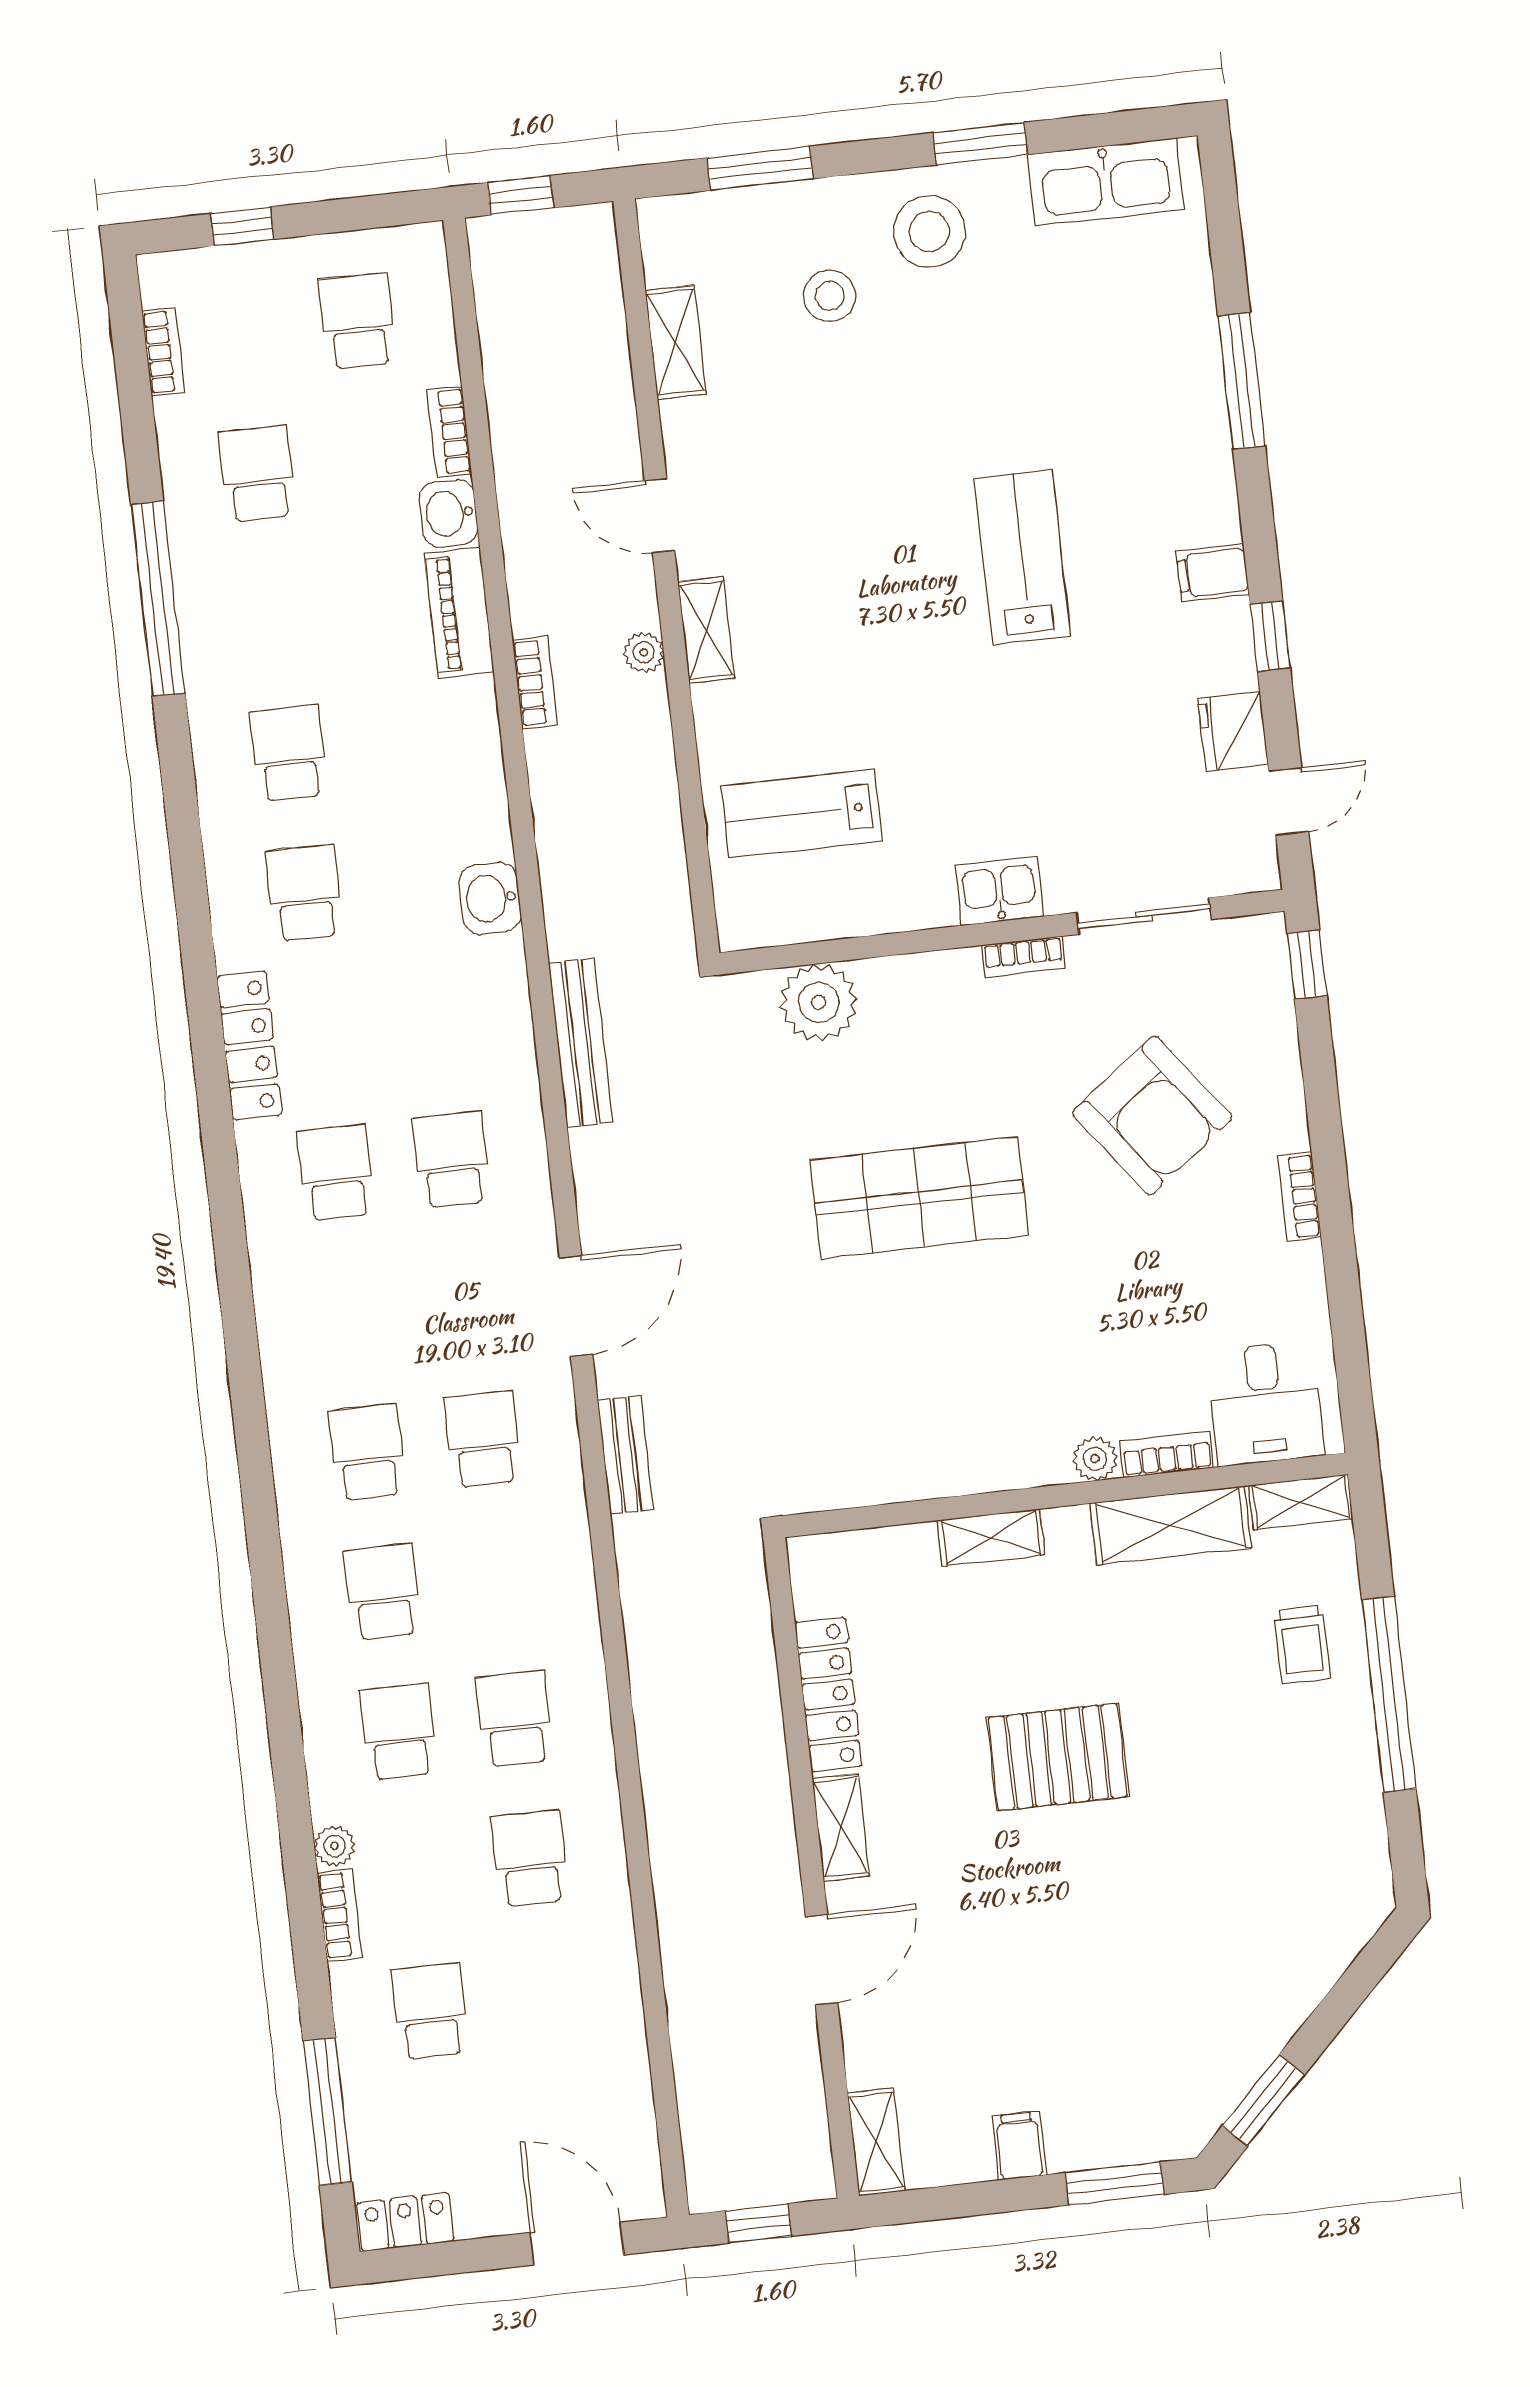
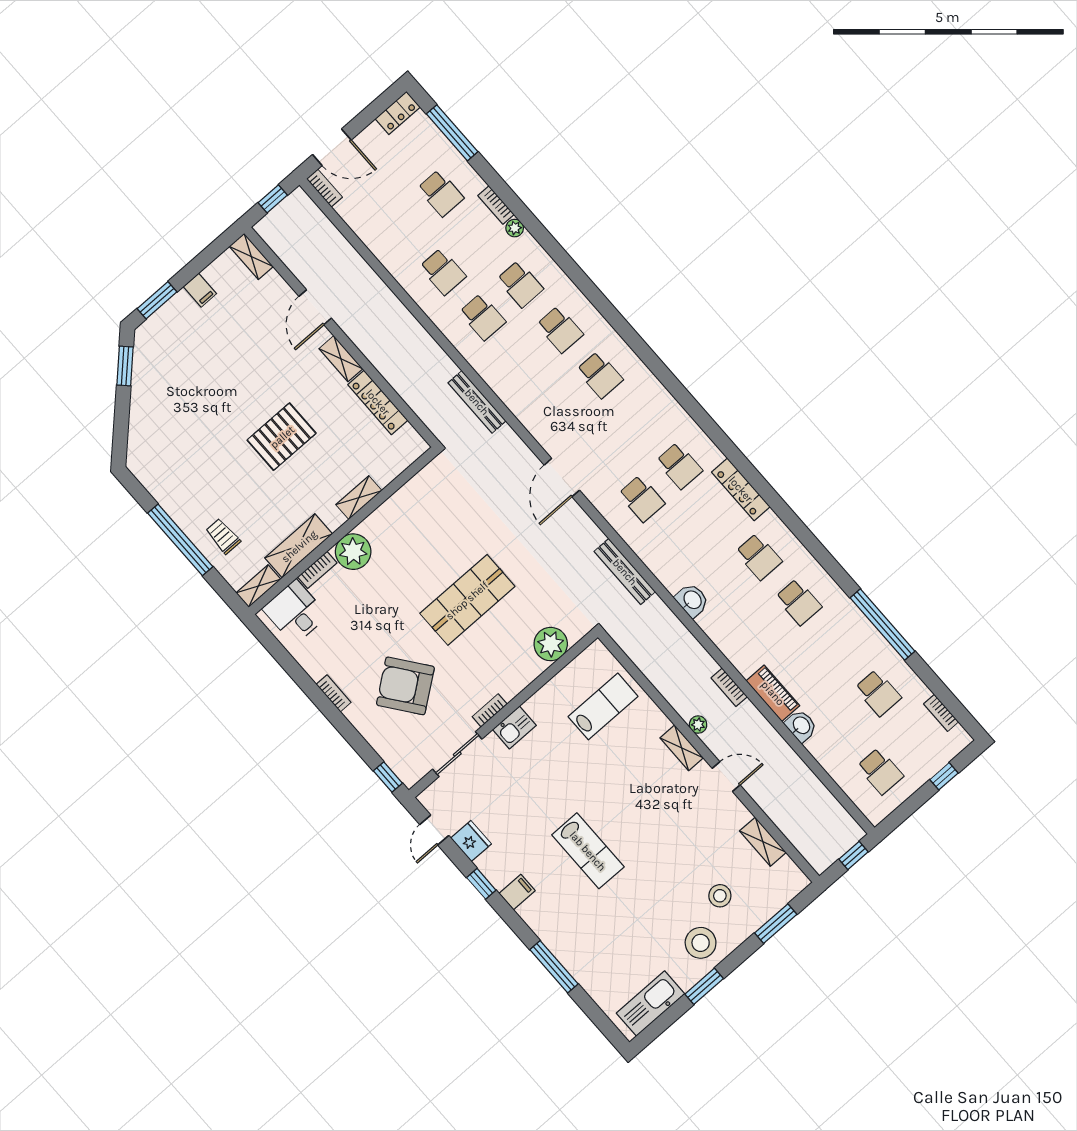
bookcase: (450, 432) -> (324, 188), moved
school desk: (483, 1439) -> (562, 408), removed
bench: (626, 1455) -> (477, 402), moved, width x1.36
plant: (1095, 1459) -> (353, 552), width x1.88, depth x1.88

